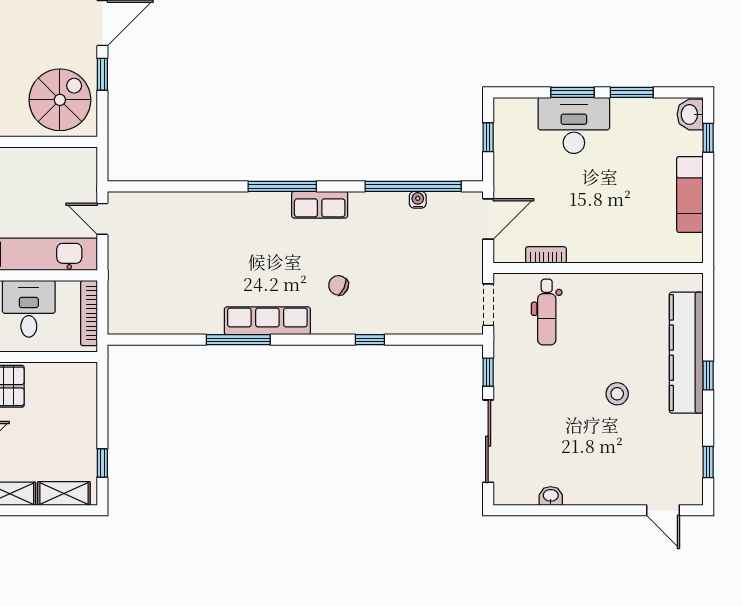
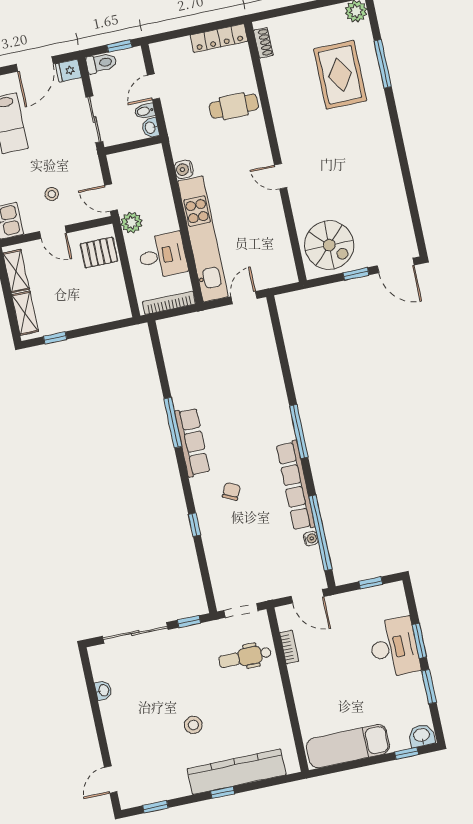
exam couch: (690, 195) -> (348, 746), width x1.36, depth x1.45
row of seats: (320, 205) -> (295, 485), width x2.02

